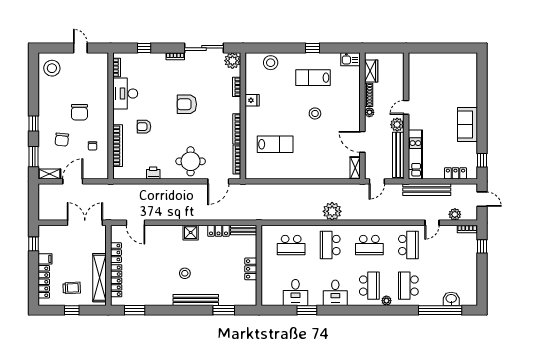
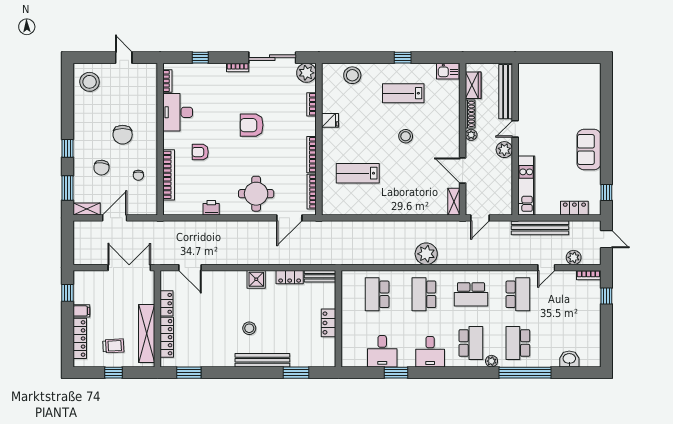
lab bench: (275, 144) -> (358, 173), turned 180
bench: (398, 155) -> (506, 92), moved
school desk: (291, 245) -> (377, 294), turned 90
window: (440, 310) -> (525, 373), moved

